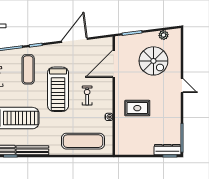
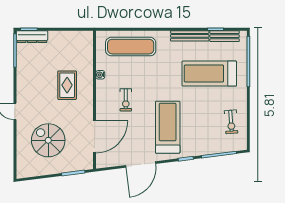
plant: (163, 35) -> (36, 171), removed
exercise mat: (28, 69) -> (195, 130), removed
treadmill: (58, 89) -> (168, 127), moved
rug: (137, 108) -> (67, 85), turned 90

